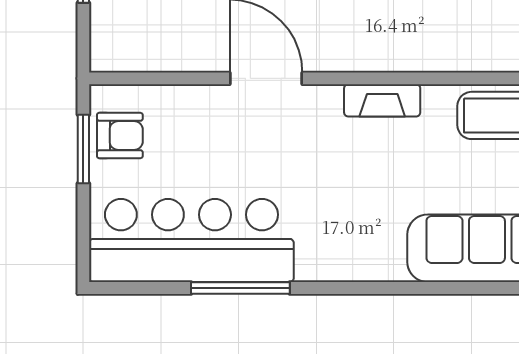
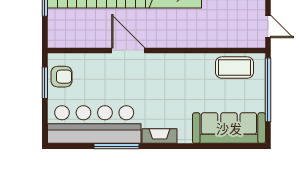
fireplace: (382, 100) -> (160, 136), moved, turned 180

